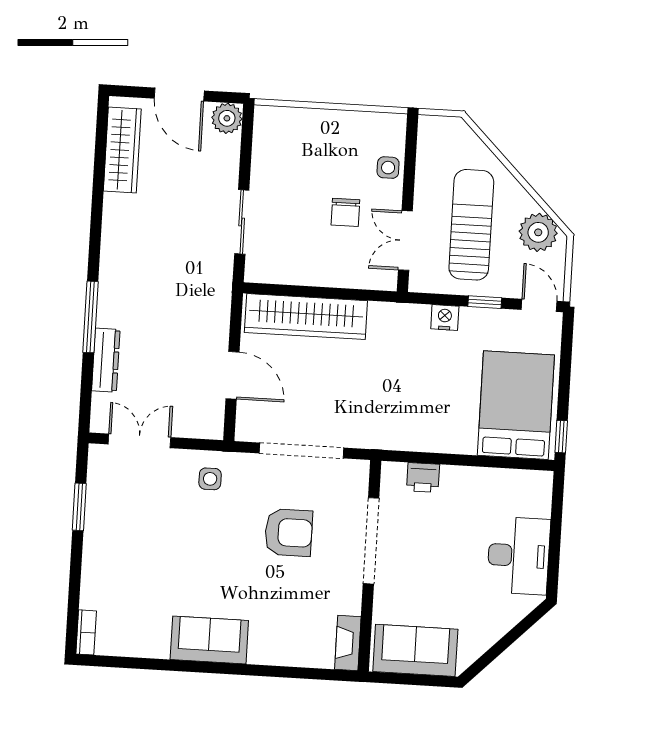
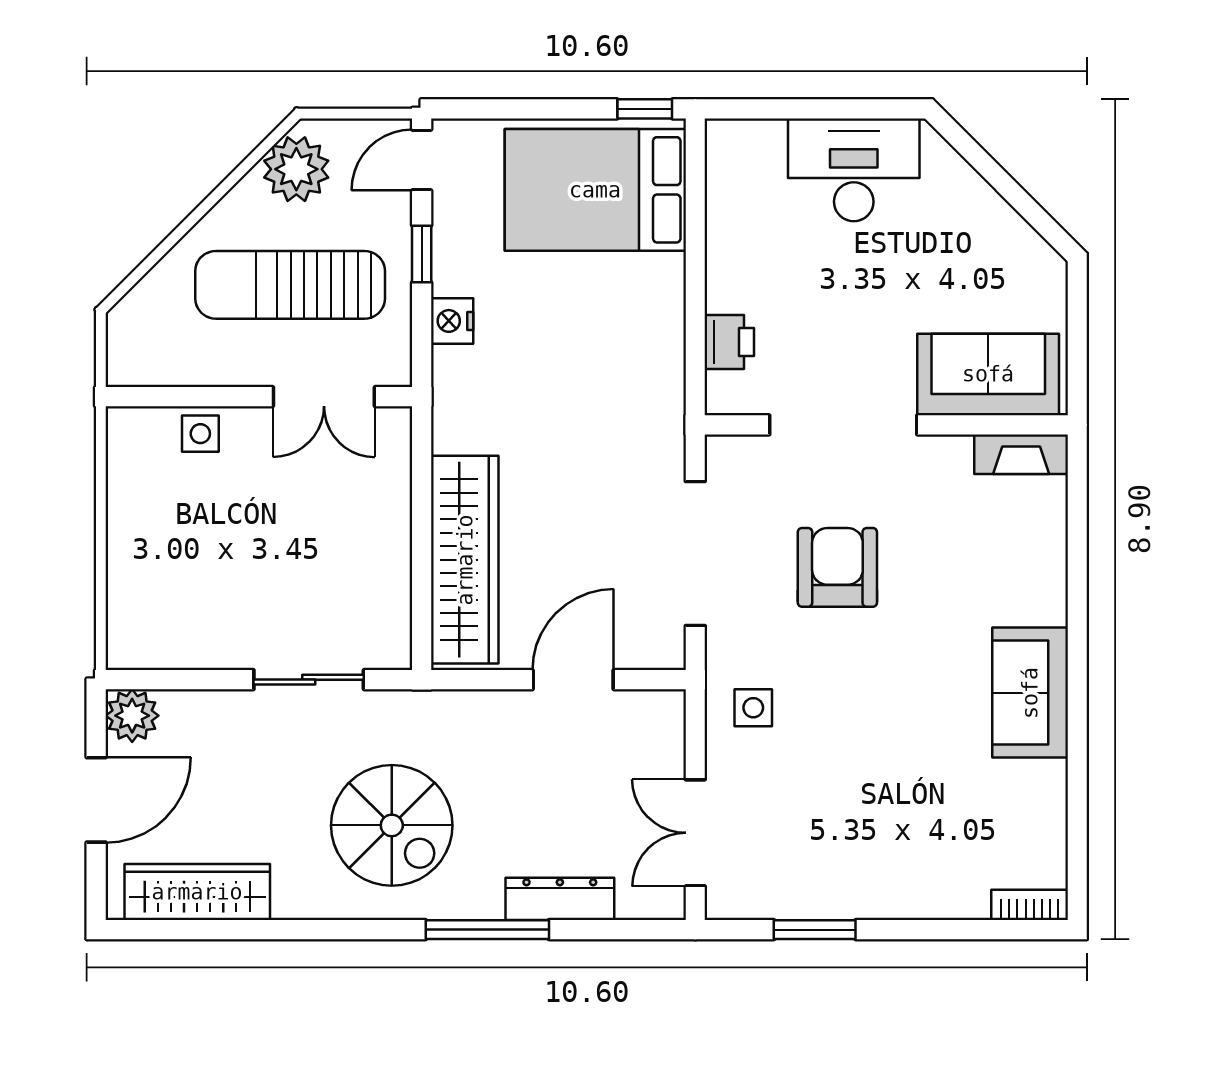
chair: (345, 212) -> (282, 502), removed
spiral stairs: (154, 265) -> (392, 825), added
sofa: (415, 650) -> (988, 374), moved, turned 90

